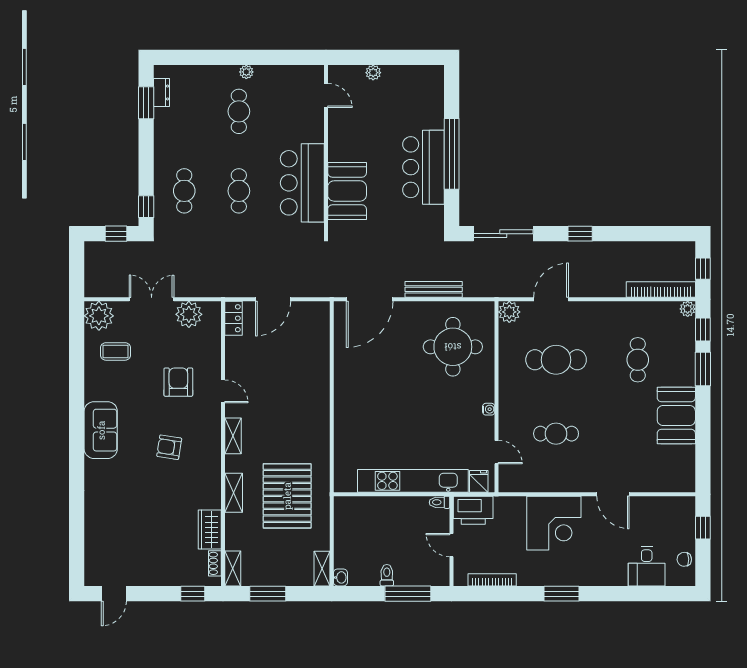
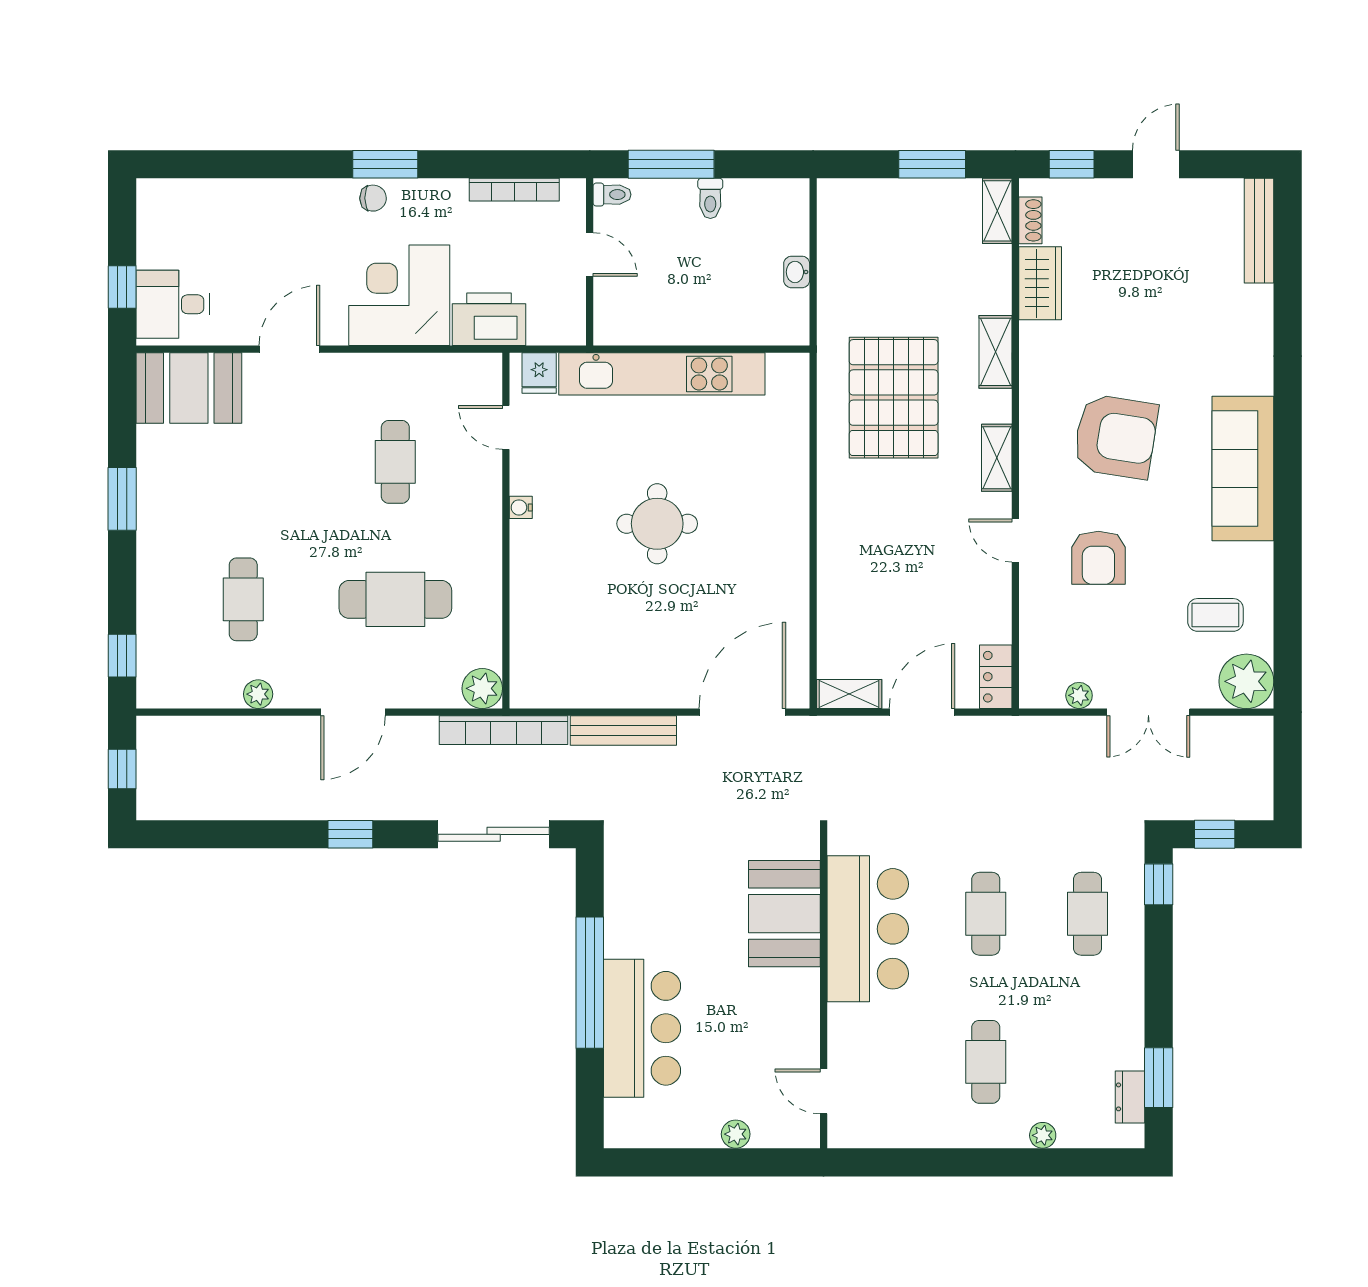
plant: (246, 72) -> (1043, 1135), moved
bar counter: (423, 167) -> (642, 1028), moved
bookcase: (661, 290) -> (504, 730), moved
door: (551, 299) -> (353, 712), moved
plant: (688, 309) -> (258, 694), moved
plant: (189, 314) -> (1079, 695), width x0.53, depth x0.53
round table: (453, 347) -> (657, 524), moved, width x0.73, depth x0.73
window: (703, 369) -> (122, 499), moved
booth: (676, 415) -> (189, 388), moved, turned 90
sofa: (101, 430) -> (1243, 468), width x1.36
cafe table: (556, 434) -> (395, 462), turned 90
armchair: (169, 447) -> (1116, 437), width x1.88, depth x1.88
door: (613, 494) -> (289, 349), hinge flipped
pallet: (287, 496) -> (894, 398), moved
toilet: (440, 502) -> (612, 195), moved
printer: (473, 510) -> (489, 319), moved
bench: (92, 558) -> (1259, 231), added
chair: (684, 559) -> (373, 198), moved
desk: (647, 566) -> (173, 304), moved, turned -90
shelving: (322, 569) -> (849, 694), moved, turned 90
washbasin: (340, 577) -> (797, 272), moved
door: (114, 594) -> (1156, 164), moved

